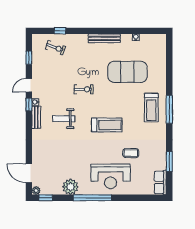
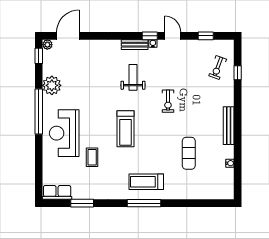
exercise mat: (127, 72) -> (189, 153), width x0.50, depth x0.69

